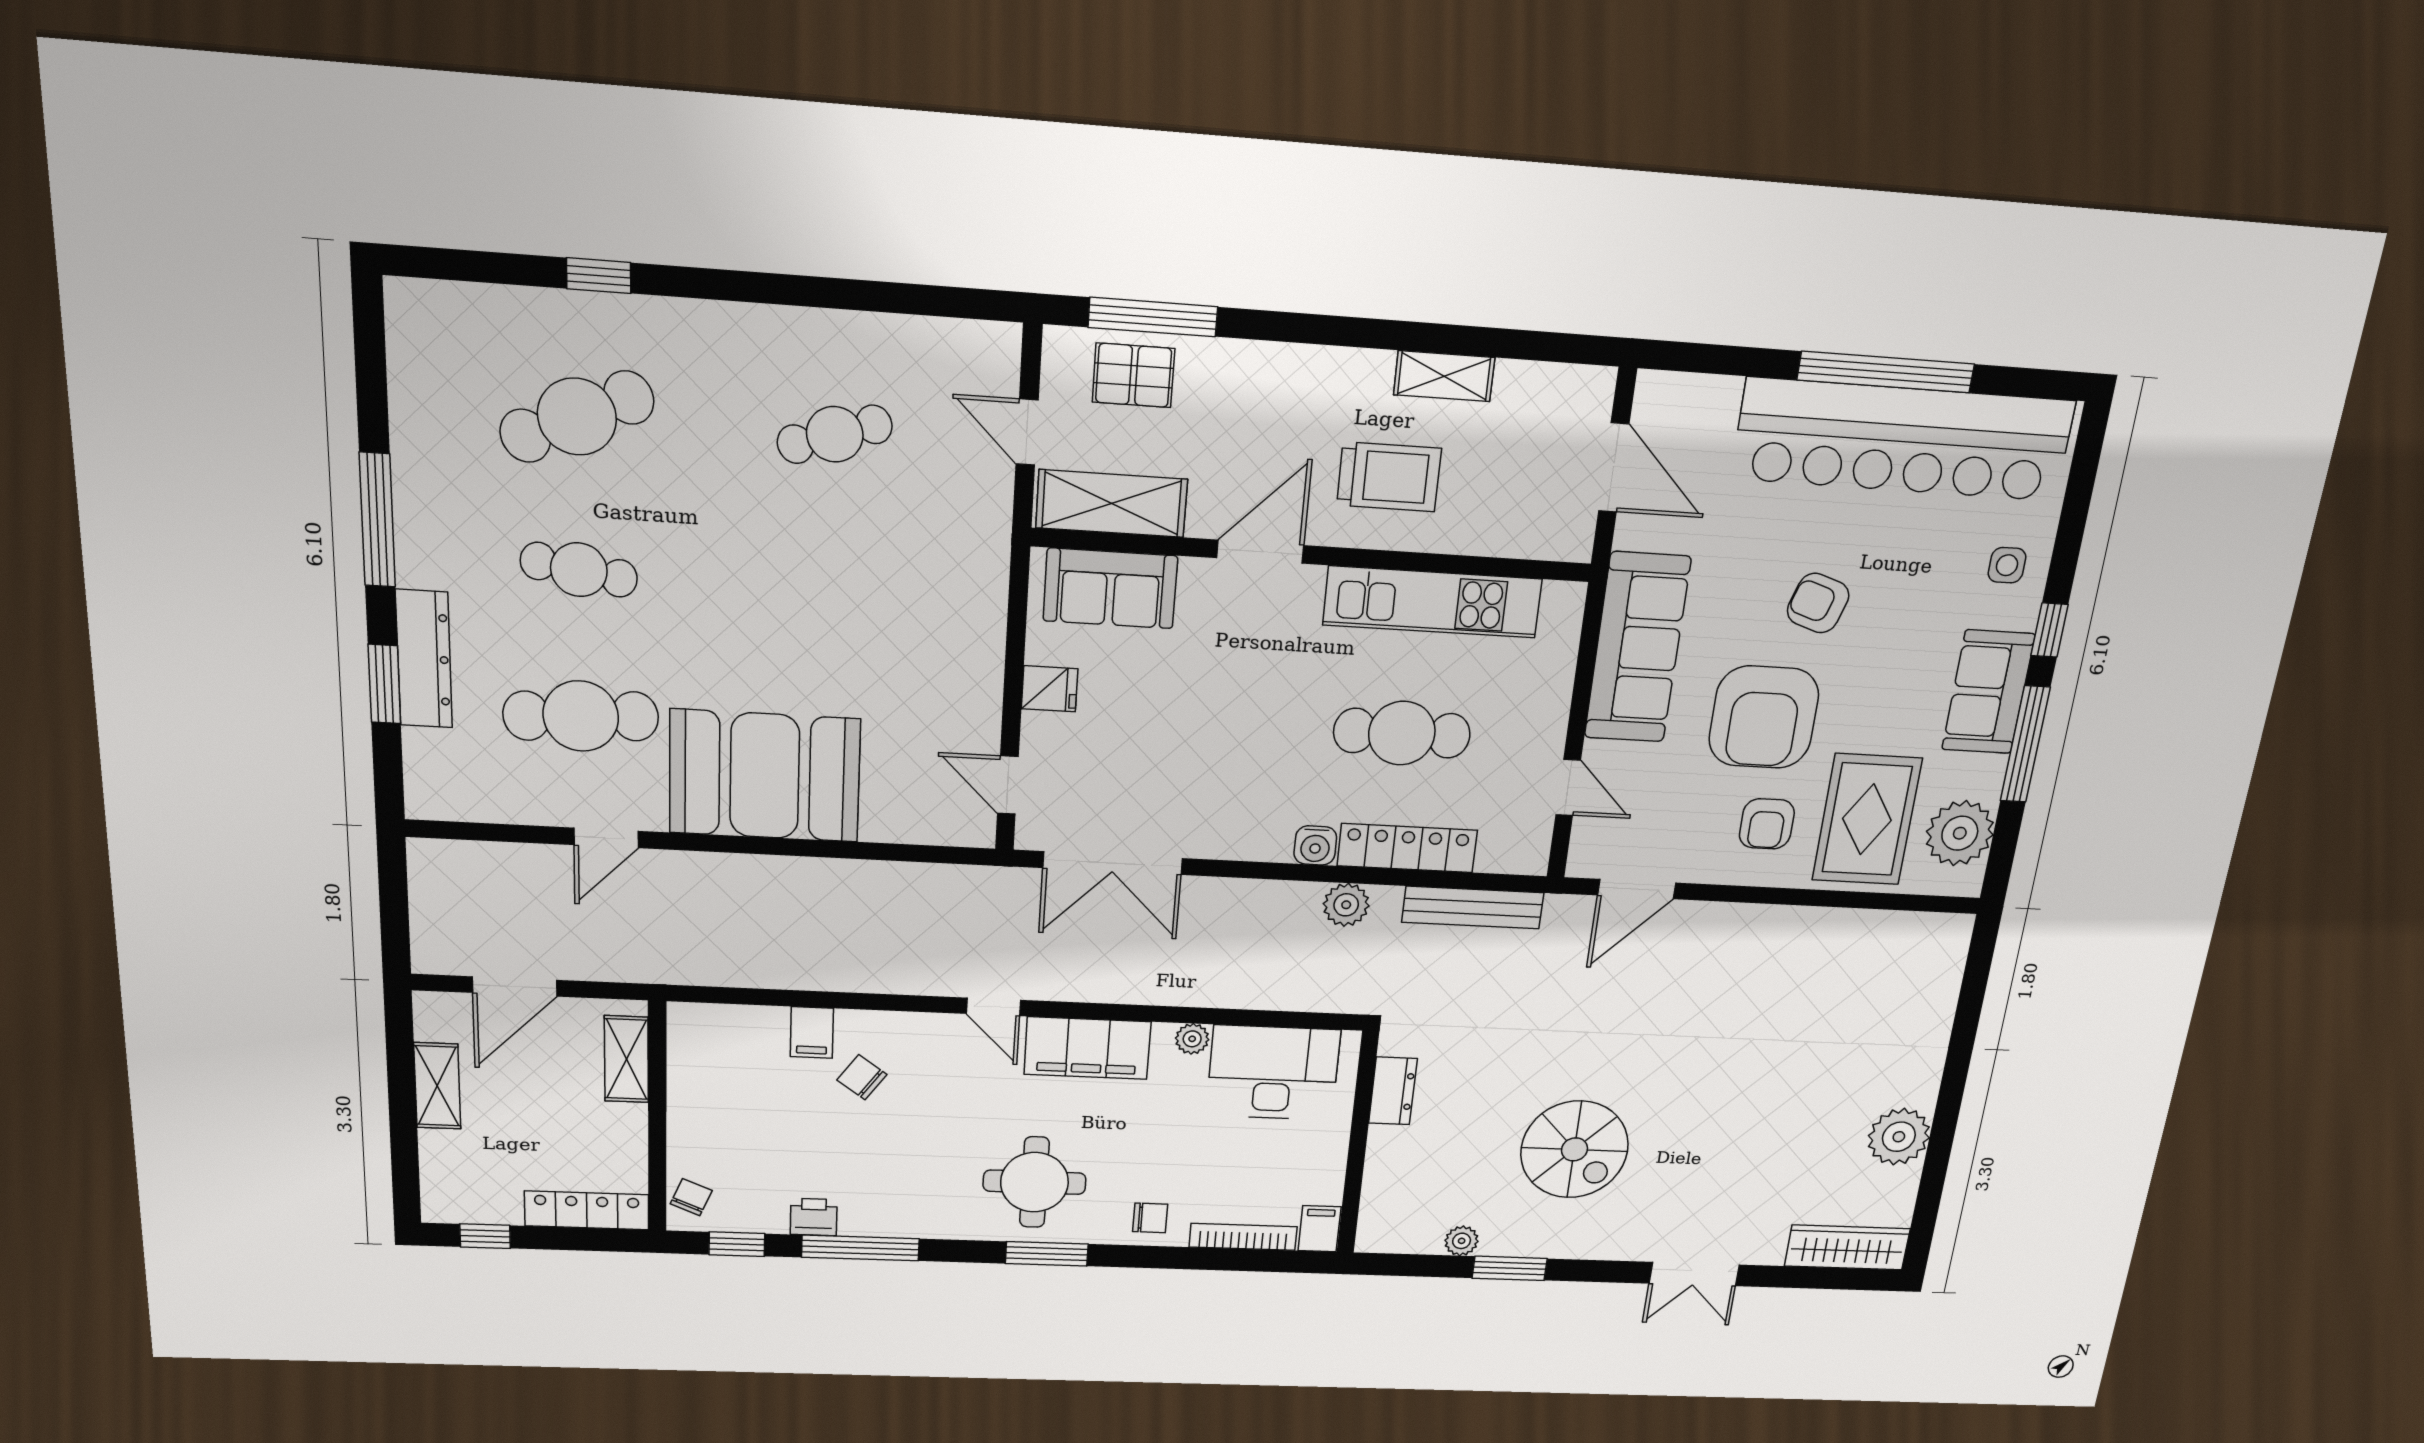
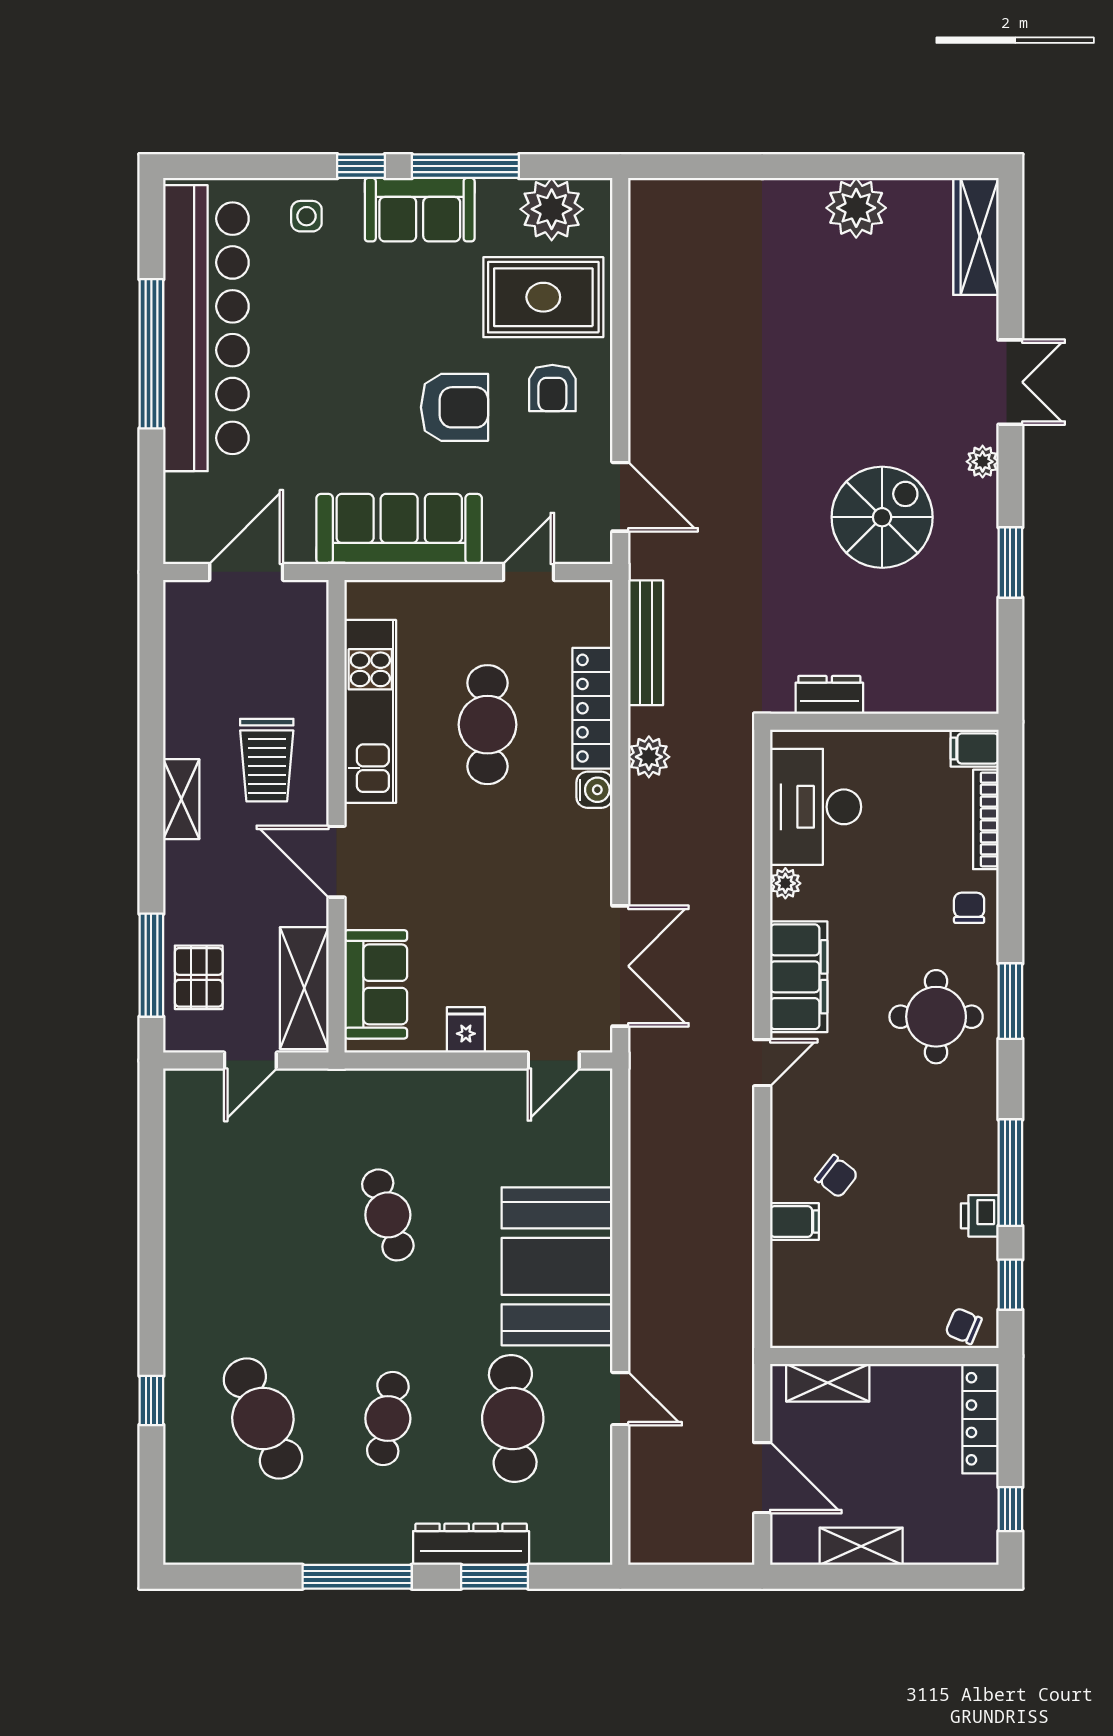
shelving: (1444, 376) -> (181, 799), moved
cafe table: (835, 434) -> (388, 1215), moved
trolley: (1389, 477) -> (267, 760), turned 180
armchair: (1818, 603) -> (350, 377), removed
armchair: (1764, 717) -> (454, 407), width x0.73, depth x0.73
armchair: (1767, 824) -> (552, 388), turned 90
chair: (862, 1077) -> (836, 1176), turned -88
plant: (1462, 1241) -> (983, 462), moved

